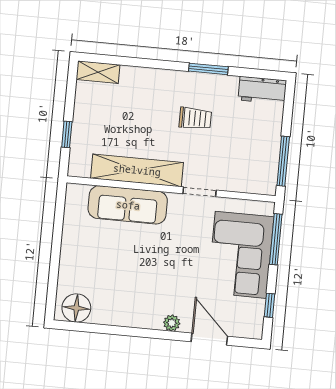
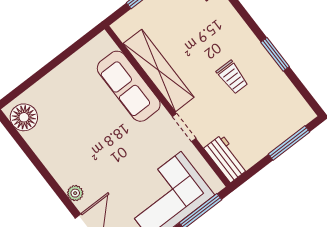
workbench: (262, 90) -> (226, 159), moved, turned 180
window: (283, 161) -> (289, 143), moved

